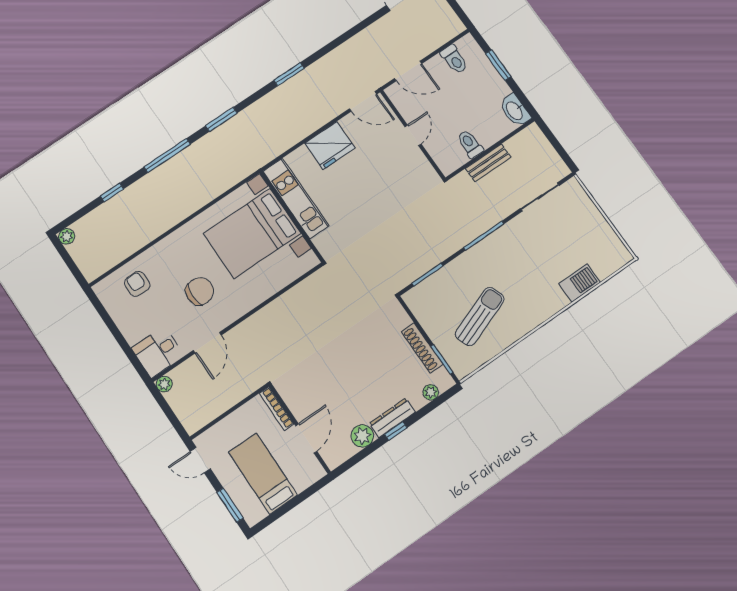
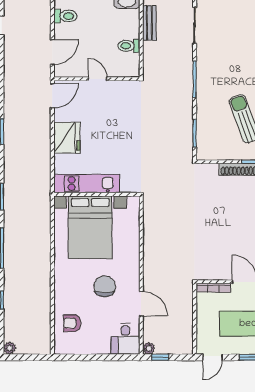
bench: (488, 163) -> (149, 23), moved
window: (163, 403) -> (160, 357), added

